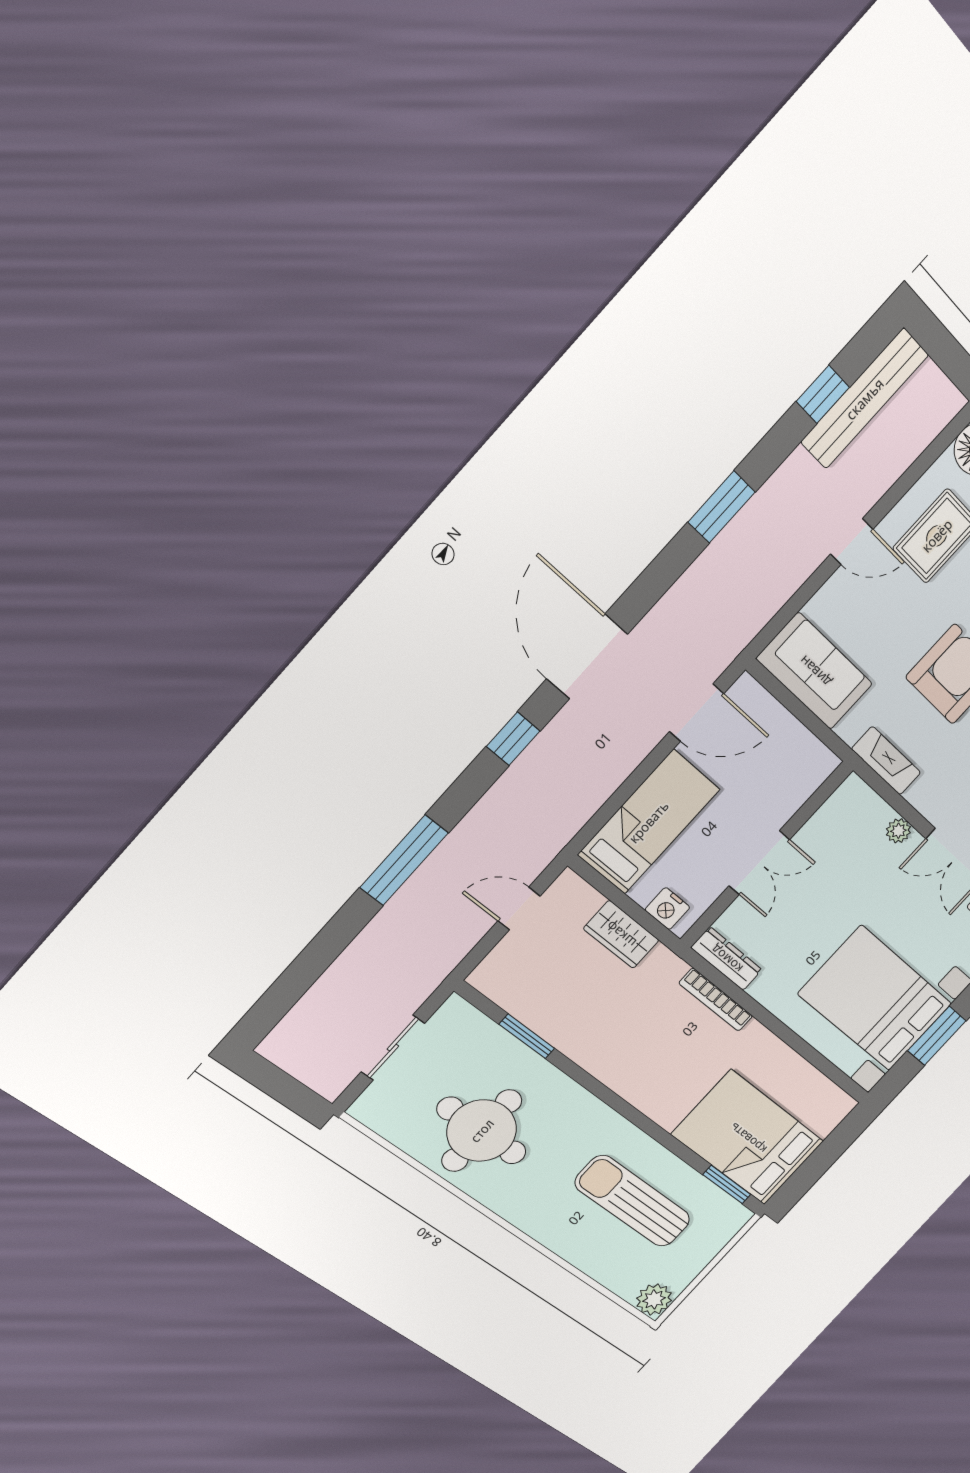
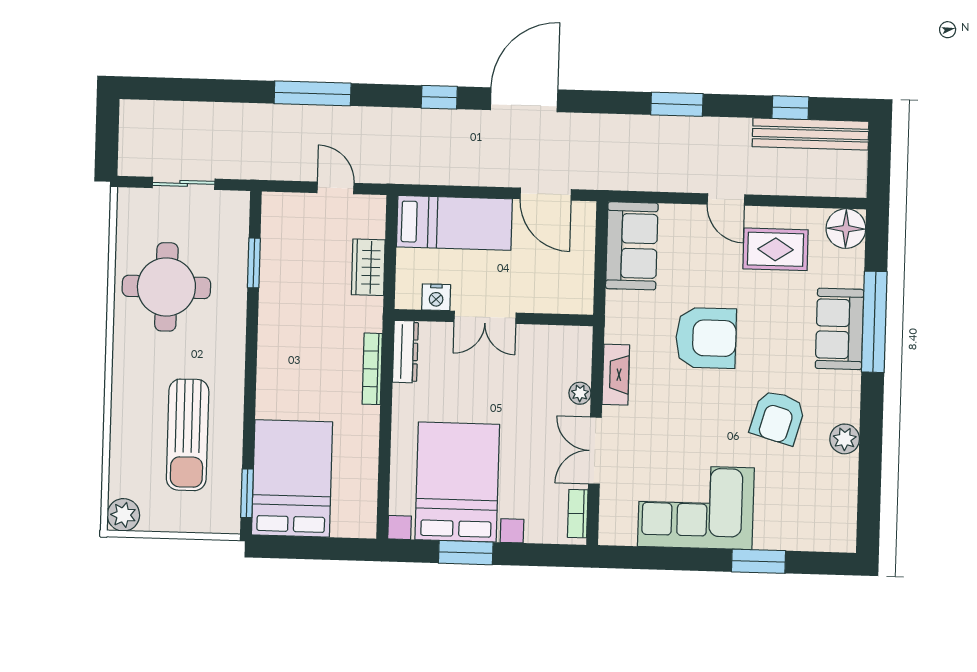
fireplace: (886, 761) -> (616, 375), moved
nightstand: (667, 909) -> (436, 297), moved, turned -90
sun lounger: (633, 1201) -> (188, 435), turned 180

